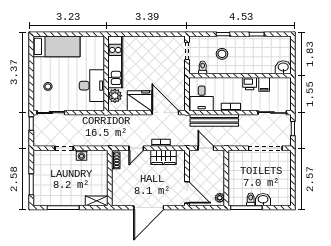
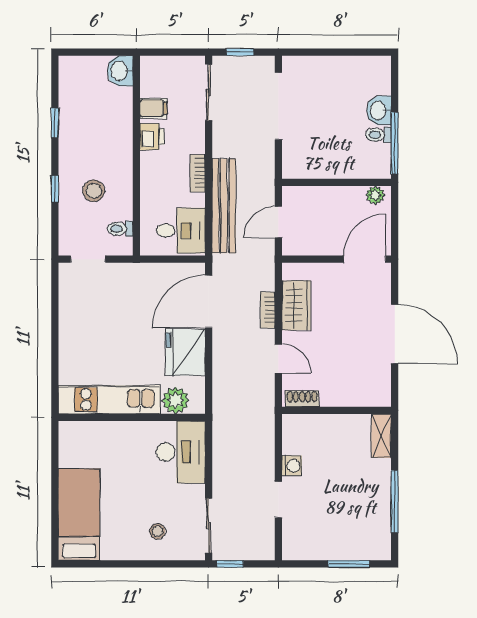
desk: (92, 86) -> (181, 452), moved, turned 90

